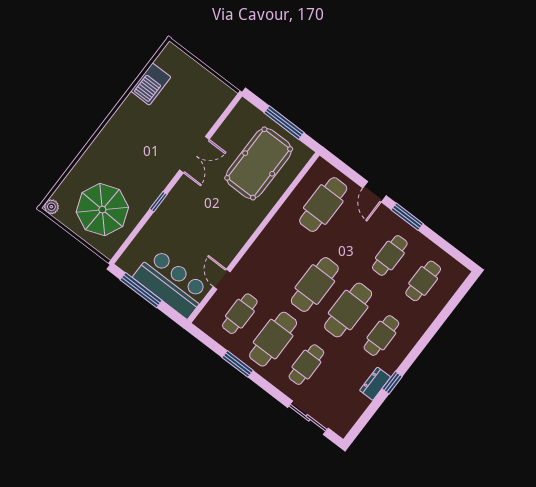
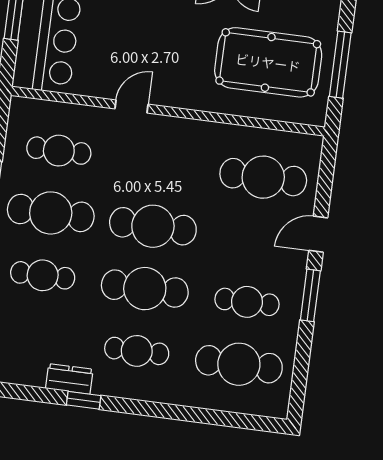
door: (222, 279) -> (131, 106), moved
cafe table: (423, 281) -> (239, 364), width x1.37, depth x1.35

